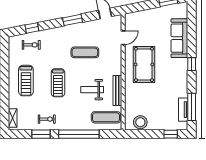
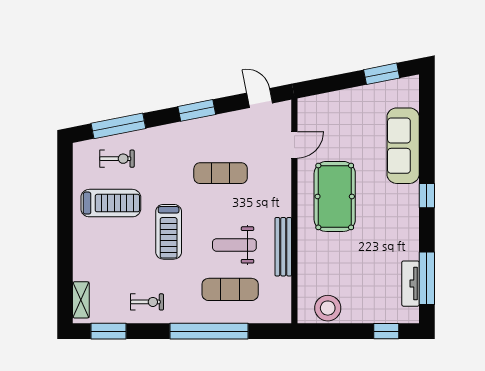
window: (32, 28) -> (118, 126), width x2.17
treadmill: (26, 81) -> (111, 203), moved, turned -90
exercise mat: (106, 117) -> (230, 289), moved
window: (41, 134) -> (108, 331), moved

